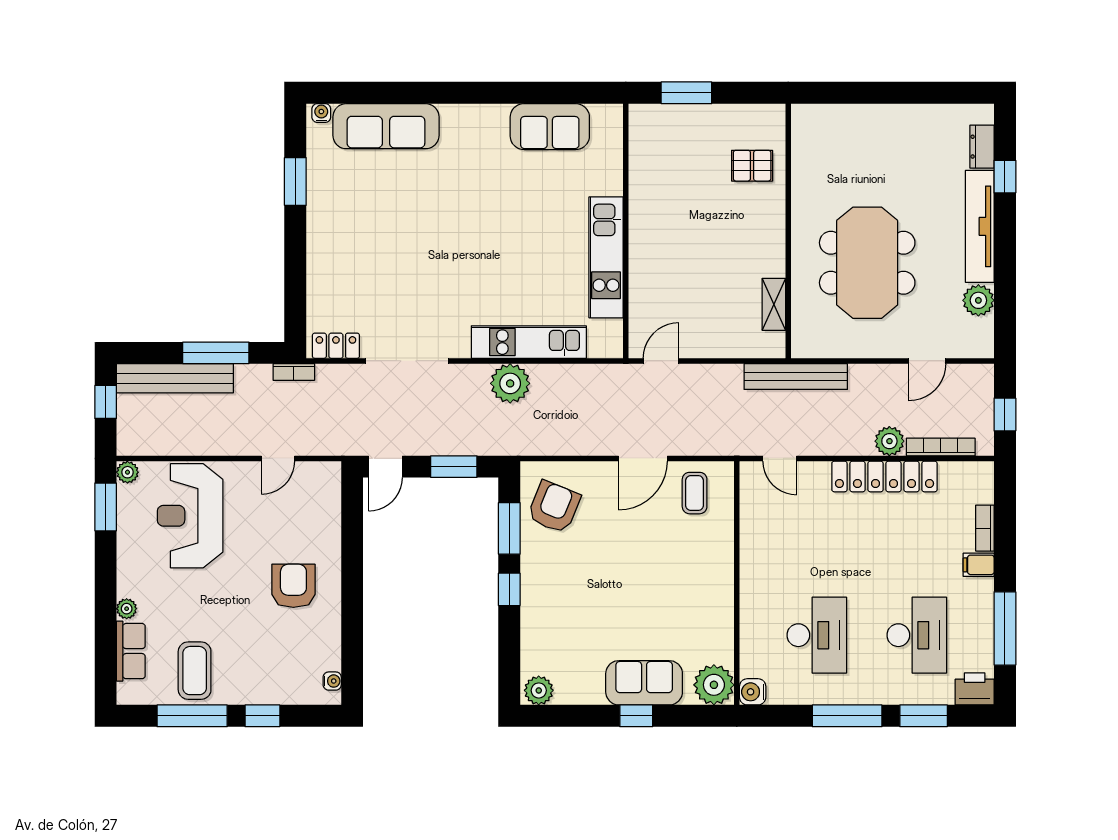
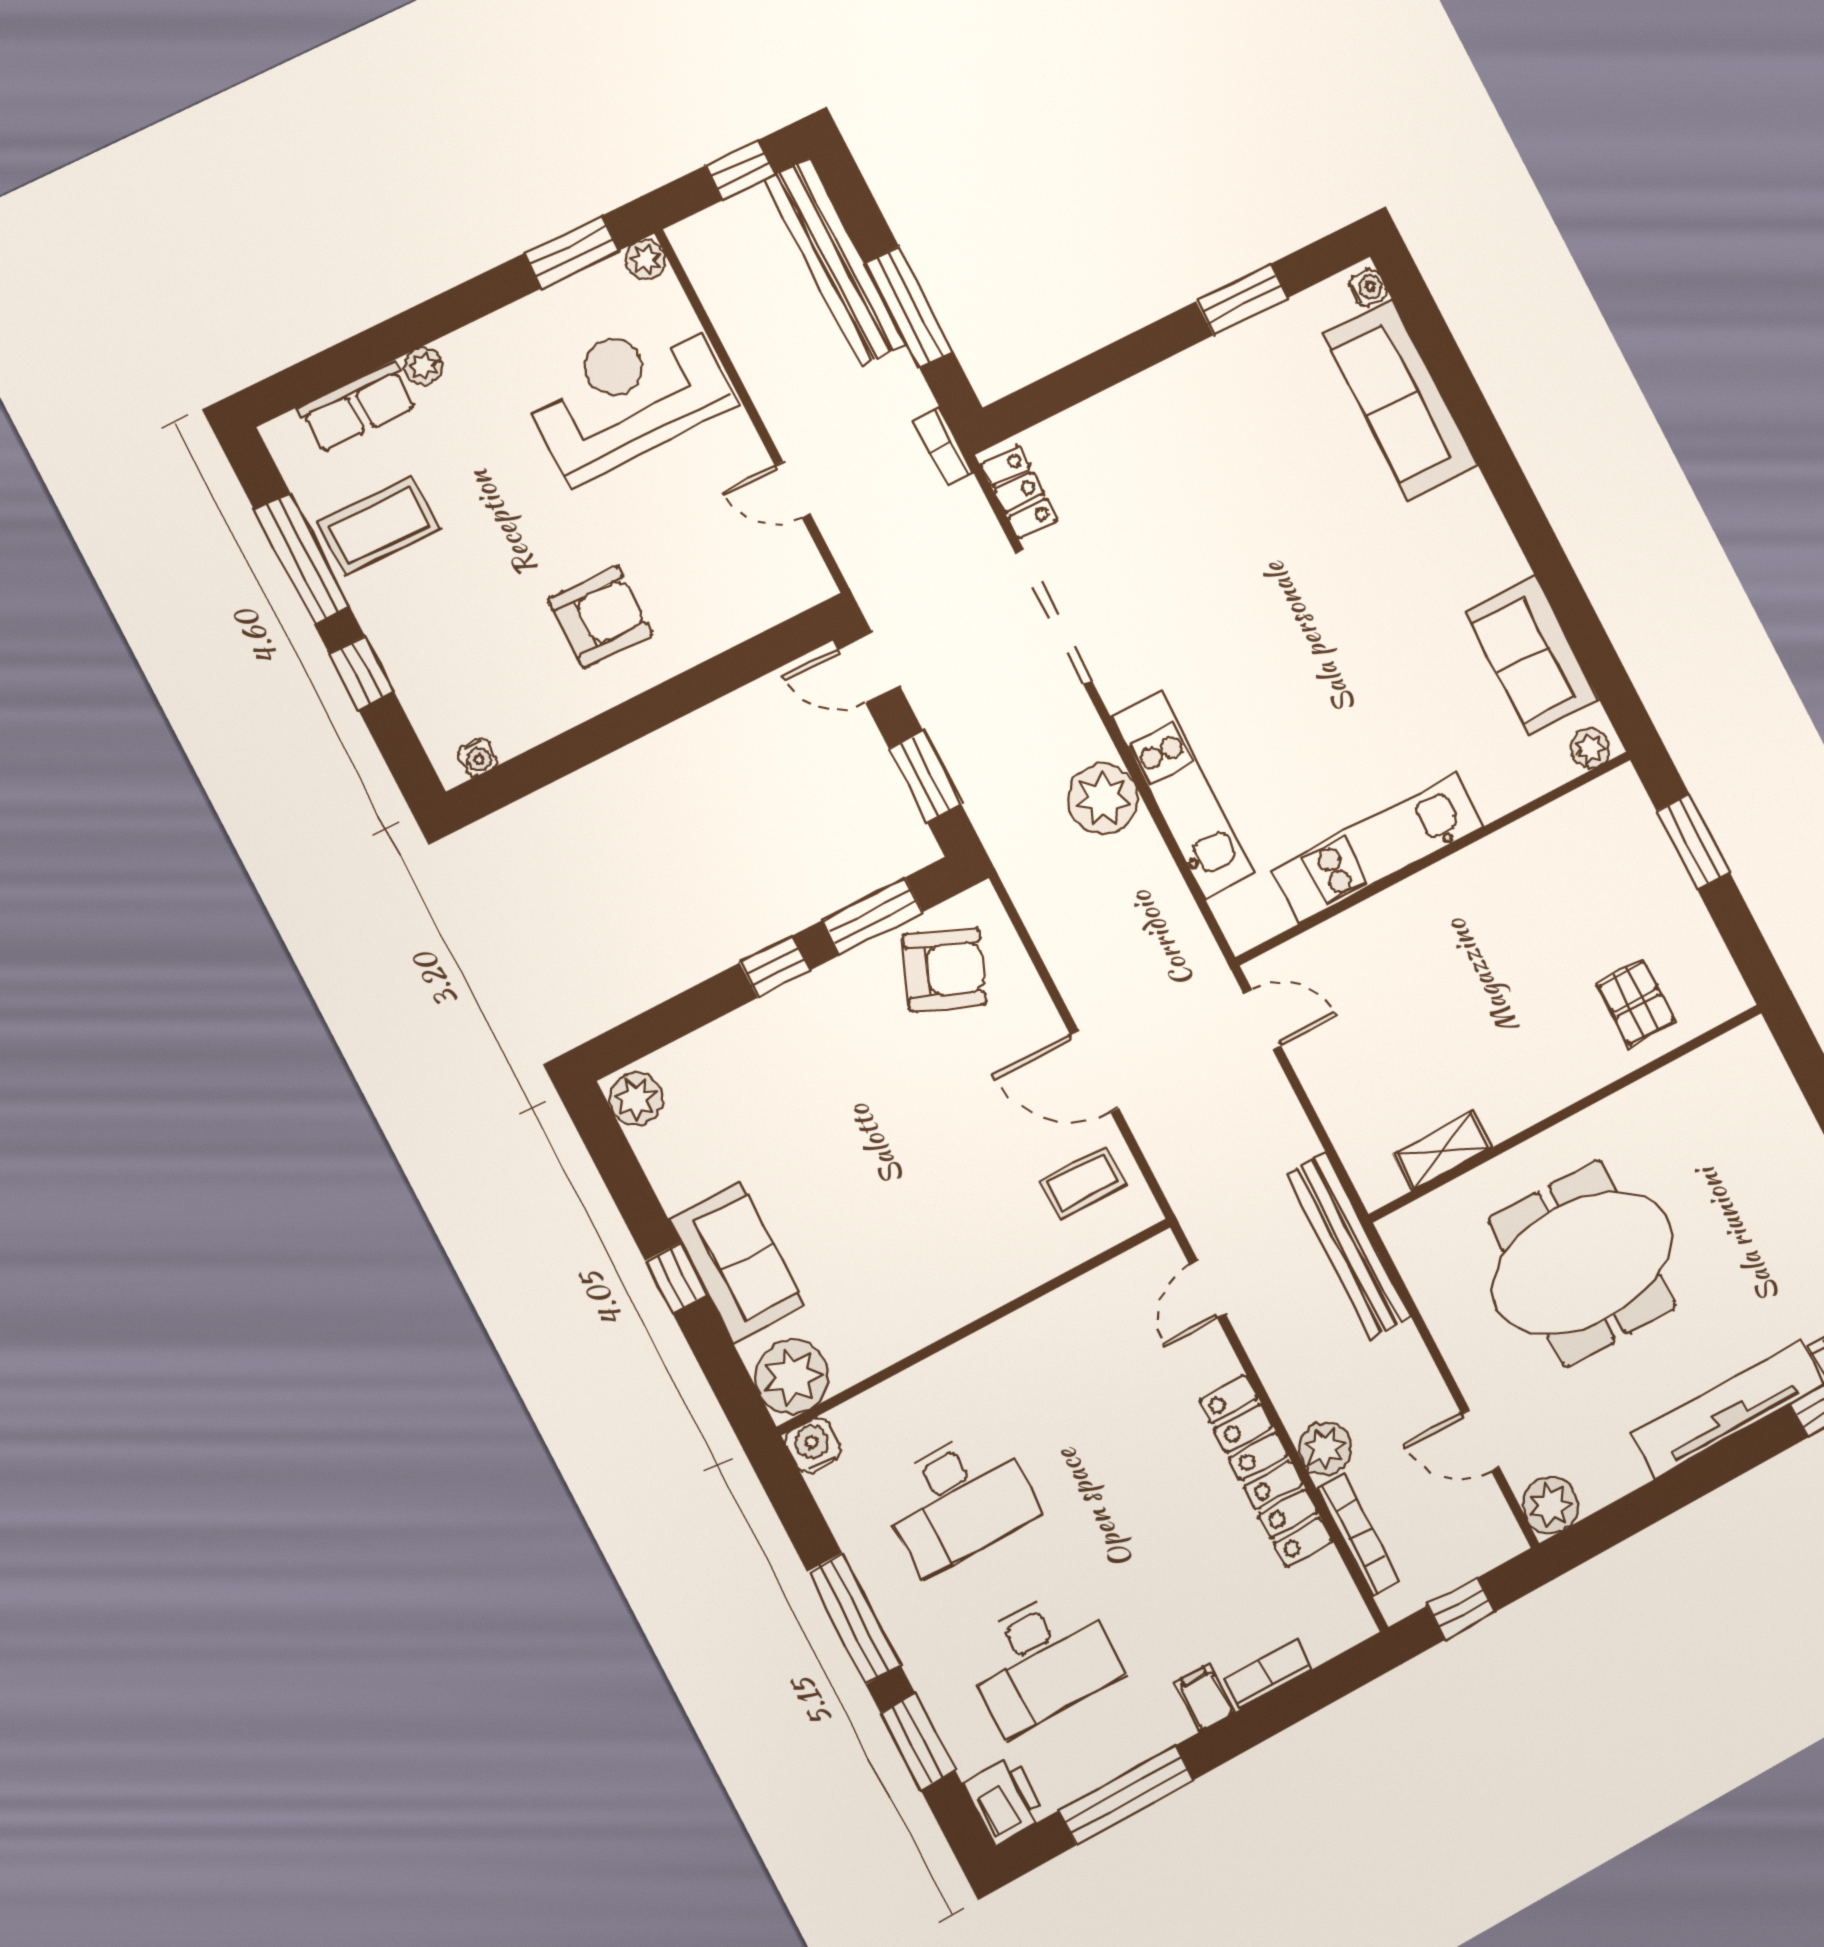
plant: (612, 121) -> (1590, 748), added
plant: (978, 300) -> (1550, 1505), moved

